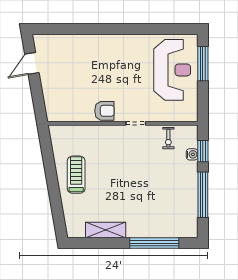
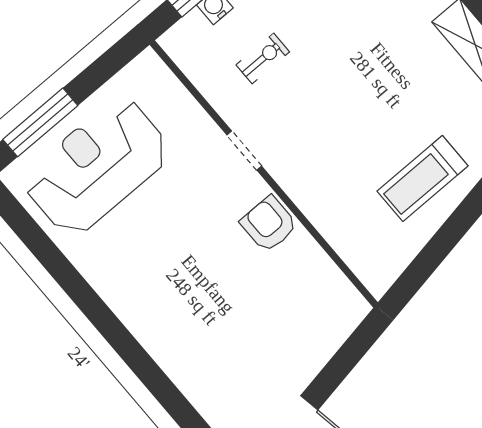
exercise bike: (168, 138) -> (263, 58), moved

